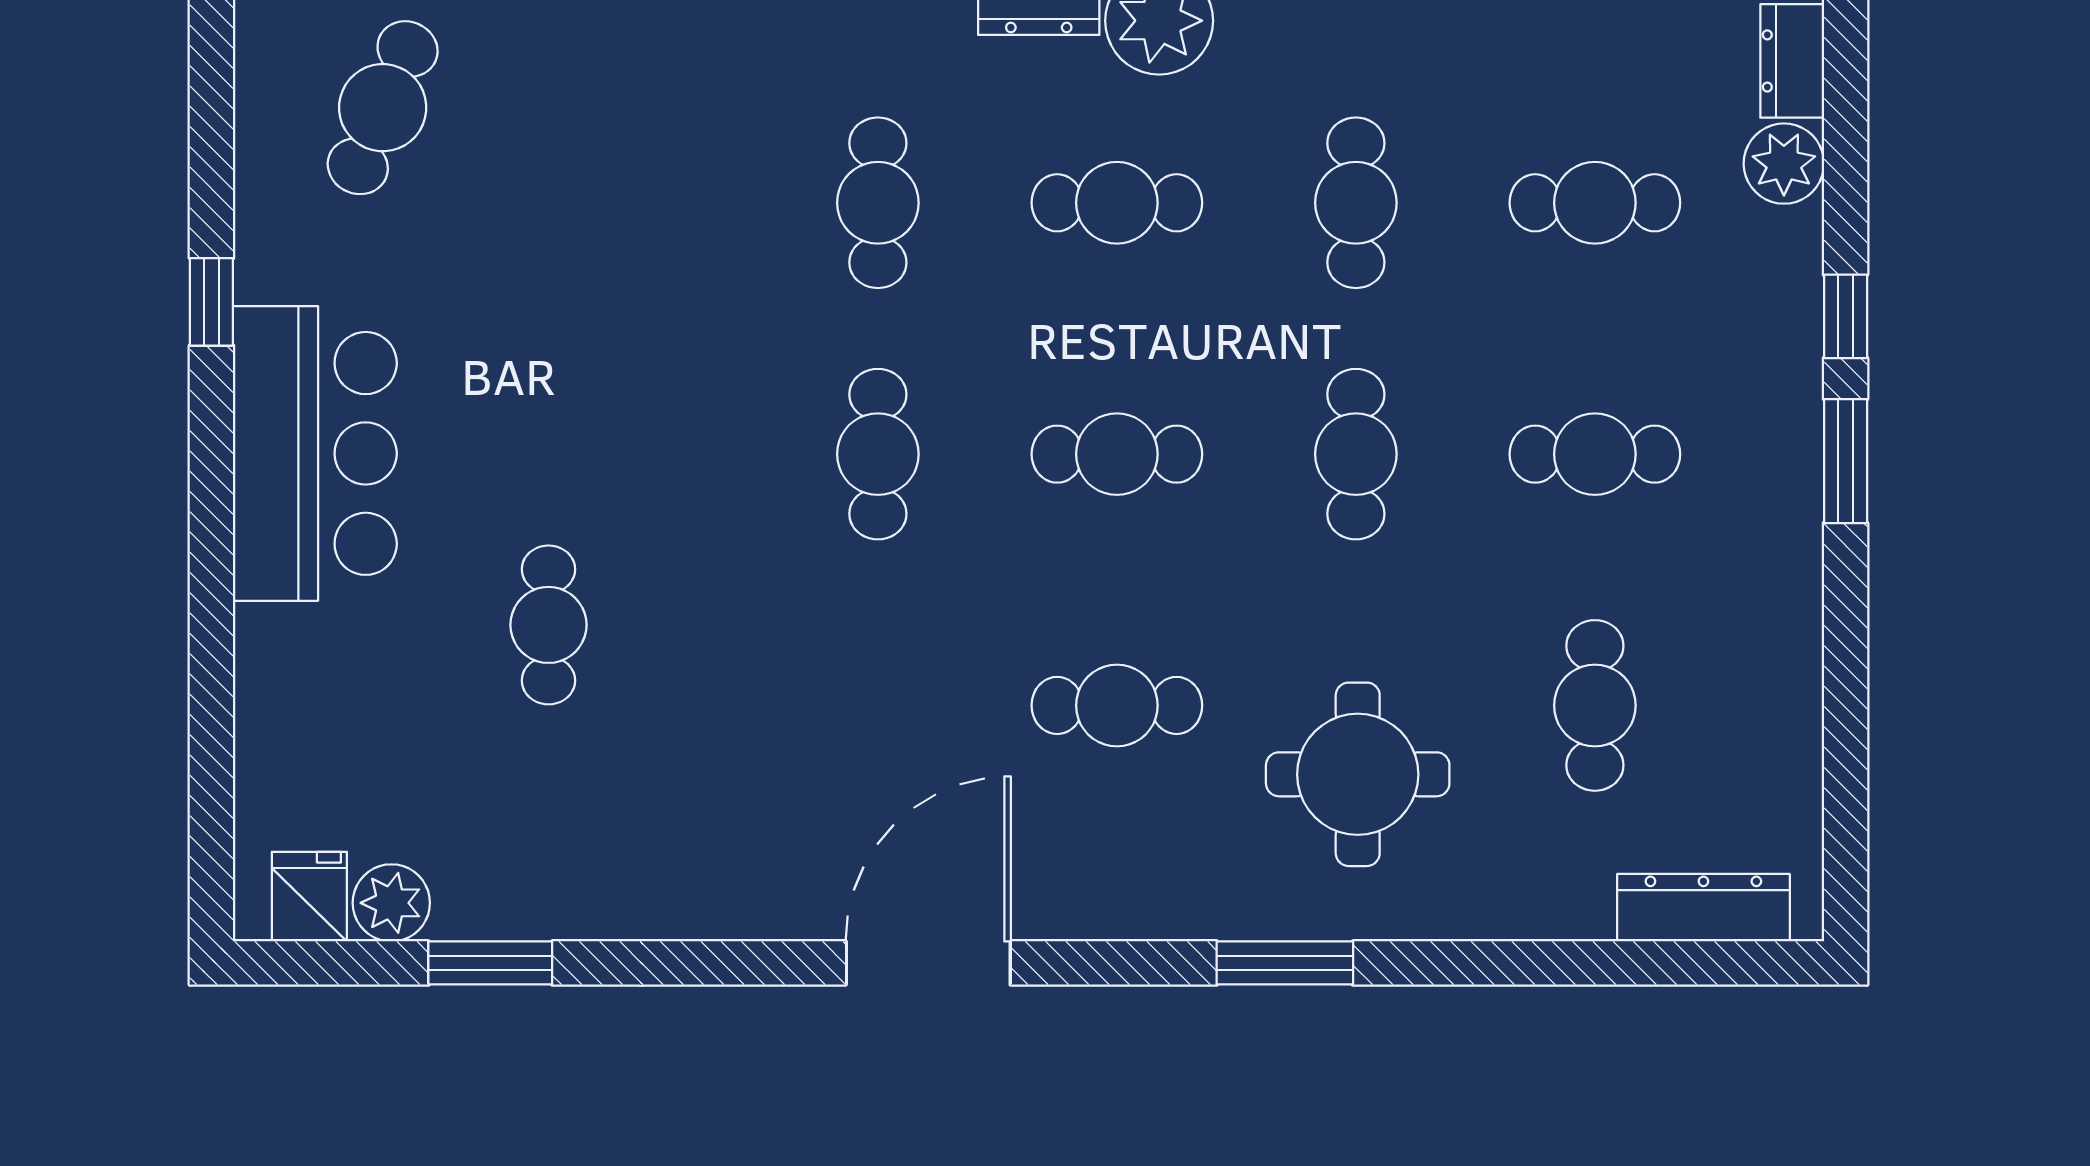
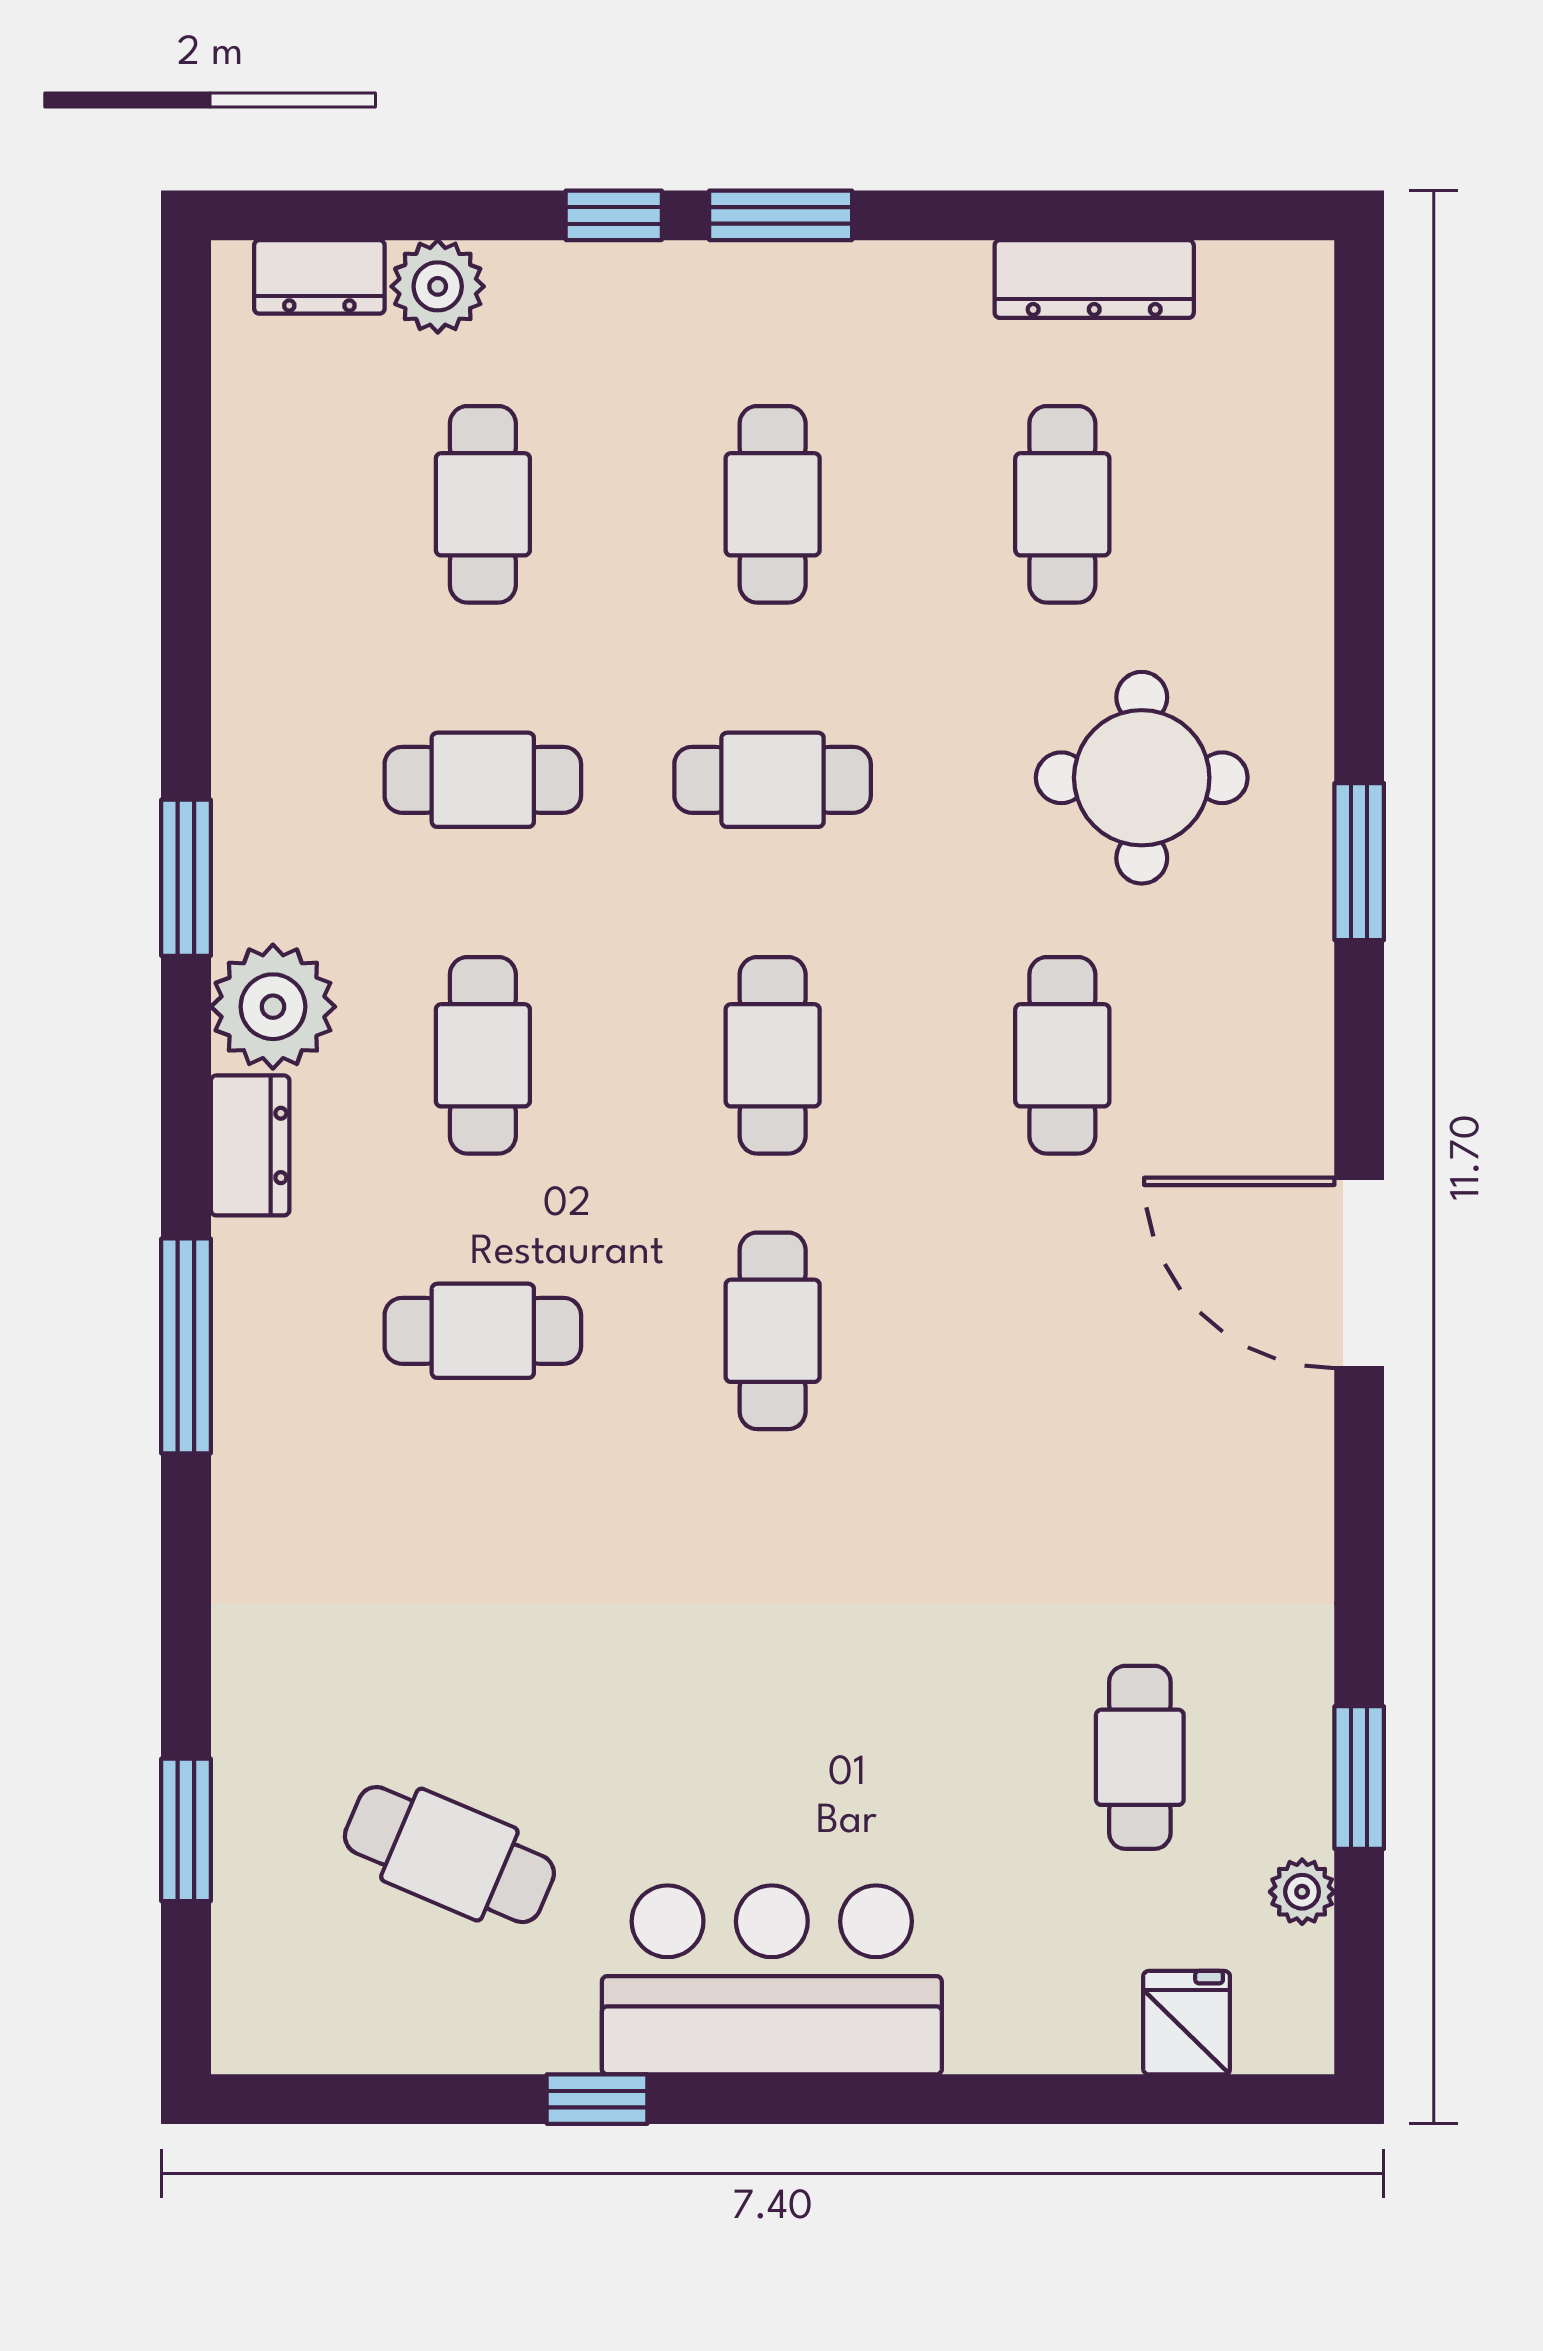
cafe table: (383, 108) -> (449, 1855), moved
cafe table: (878, 454) -> (773, 1331), turned 90
cafe table: (548, 625) -> (1140, 1757), moved, turned 90
cafe table: (1595, 705) -> (1062, 504), turned 90
fridge: (309, 897) -> (1187, 2023), moved, turned 90
plant: (391, 903) -> (1302, 1892), width x0.73, depth x0.73
dresser: (1703, 908) -> (1094, 279), moved, turned -90

